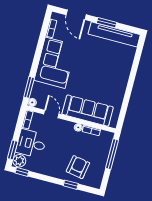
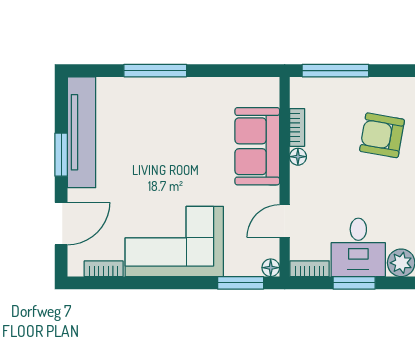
window: (133, 74) -> (155, 71), added
sofa: (88, 111) -> (257, 146), width x0.73
window: (13, 150) -> (354, 283), moved

